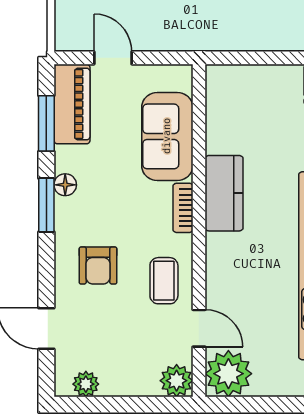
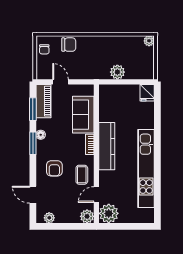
plant: (249, 34) -> (117, 72), added
kitchen counter: (224, 193) -> (107, 146), width x1.50
door: (199, 328) -> (96, 195), swing flipped

